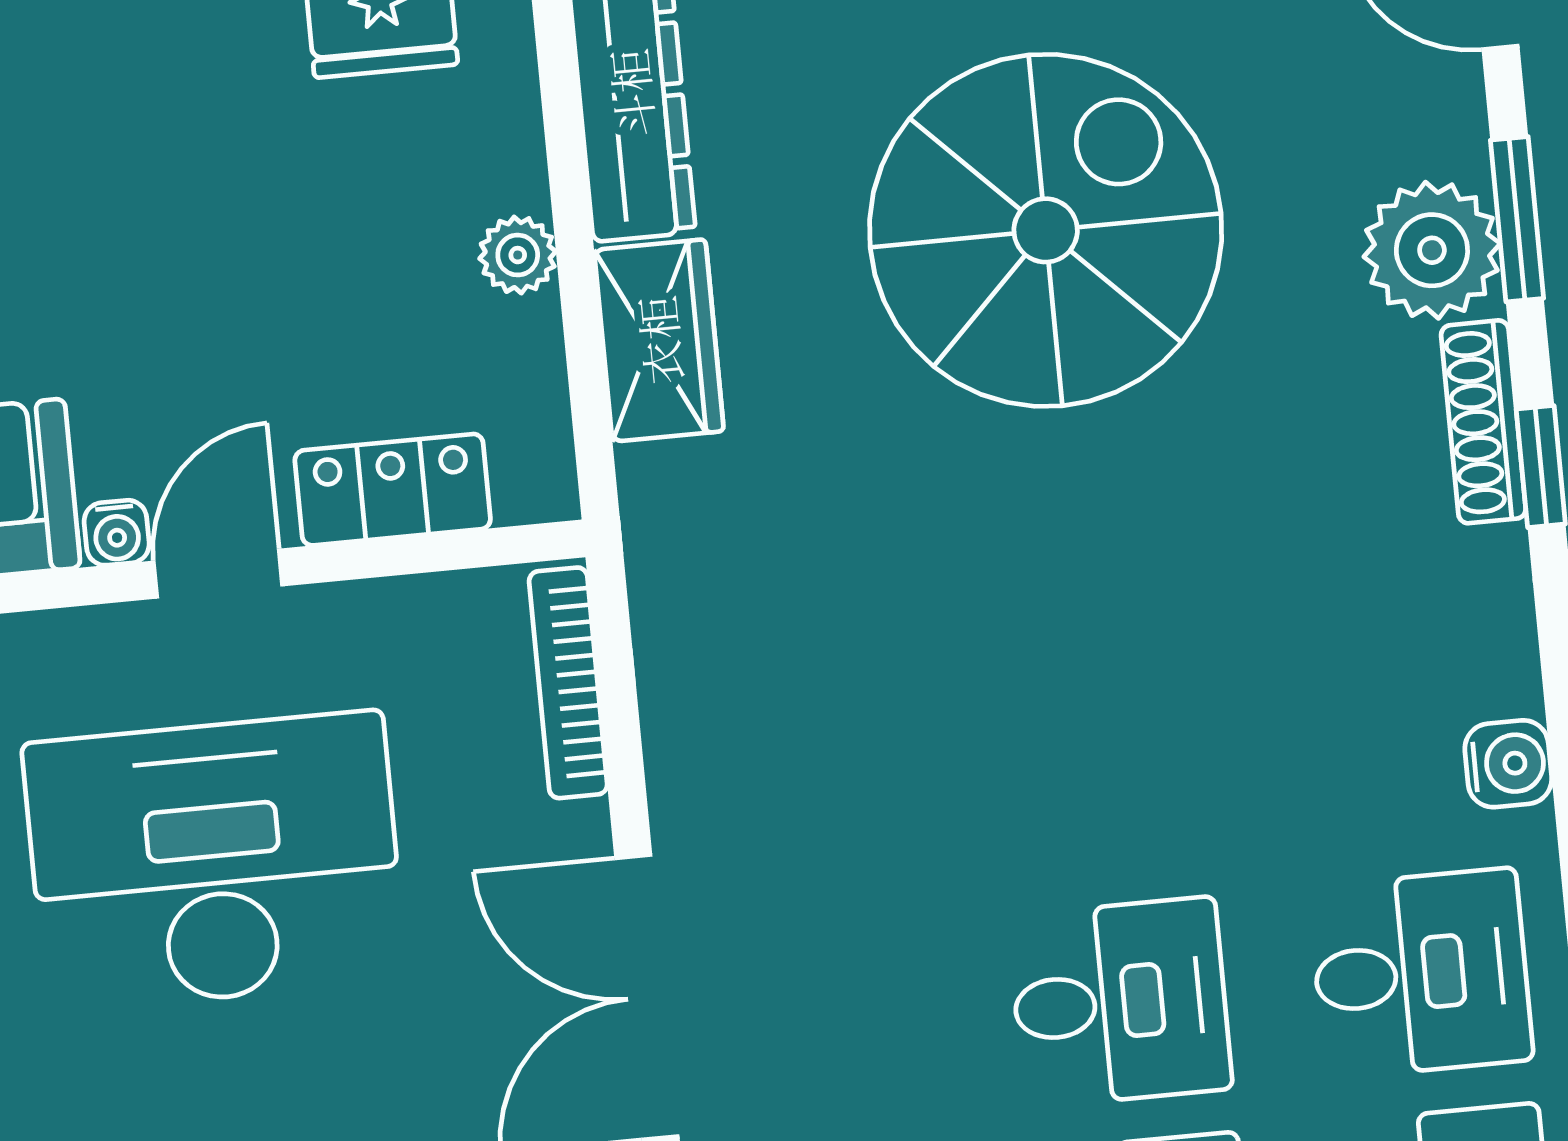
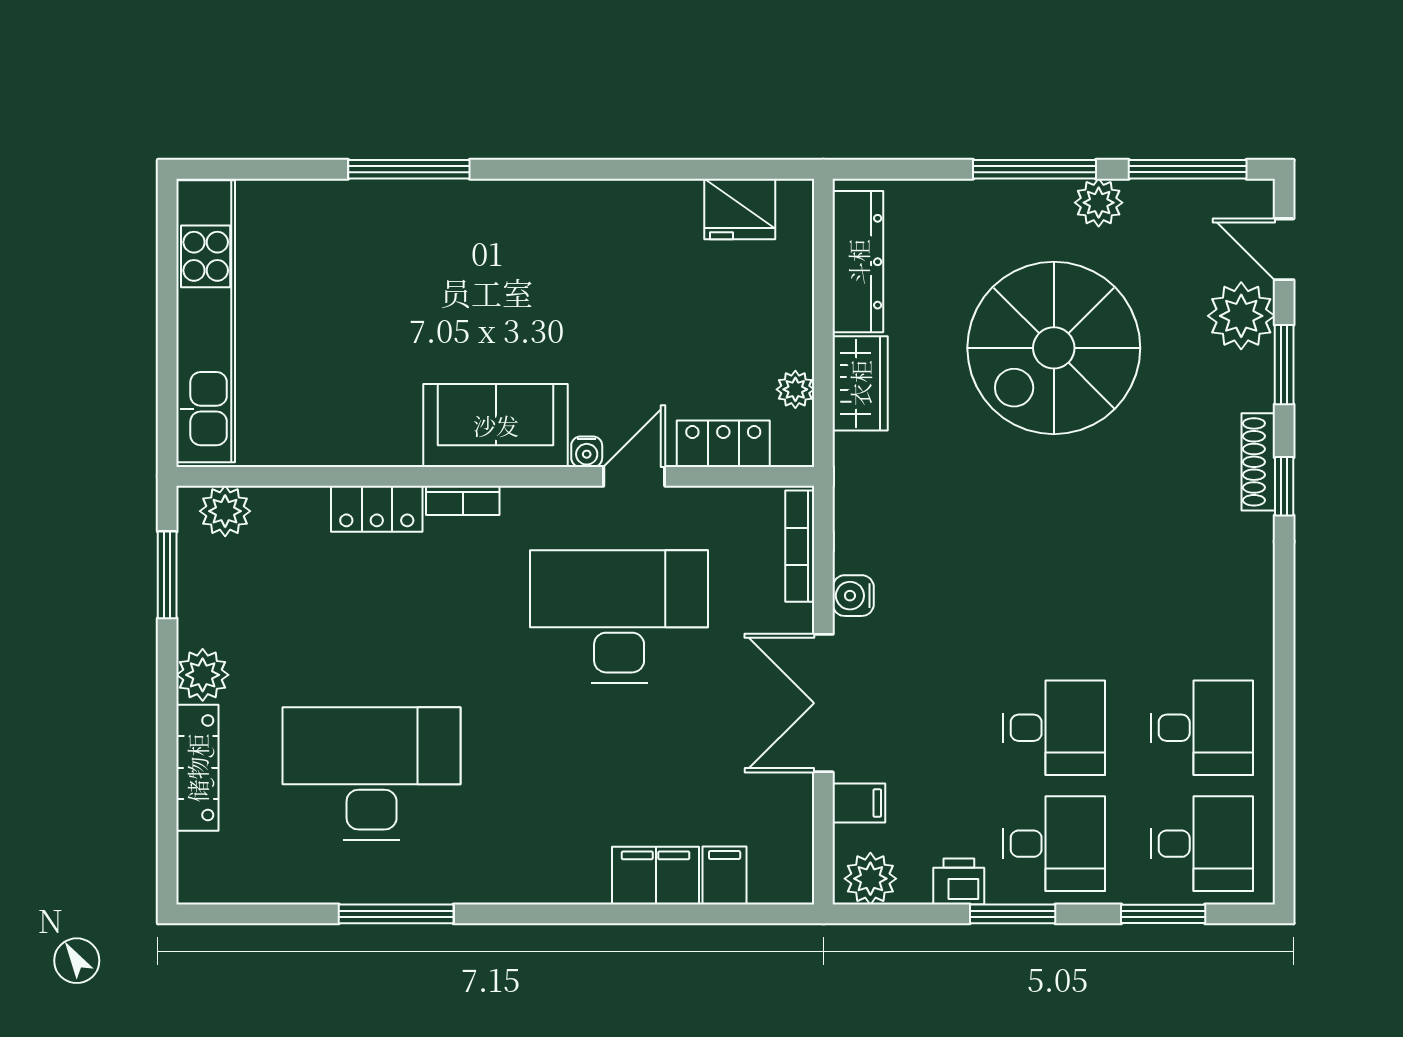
spiral stairs: (1046, 230) -> (1054, 348), turned 180
plant: (1432, 250) -> (1241, 316), moved
plant: (518, 255) -> (795, 389), moved
water cooler: (1508, 764) -> (853, 596), moved, turned 180

